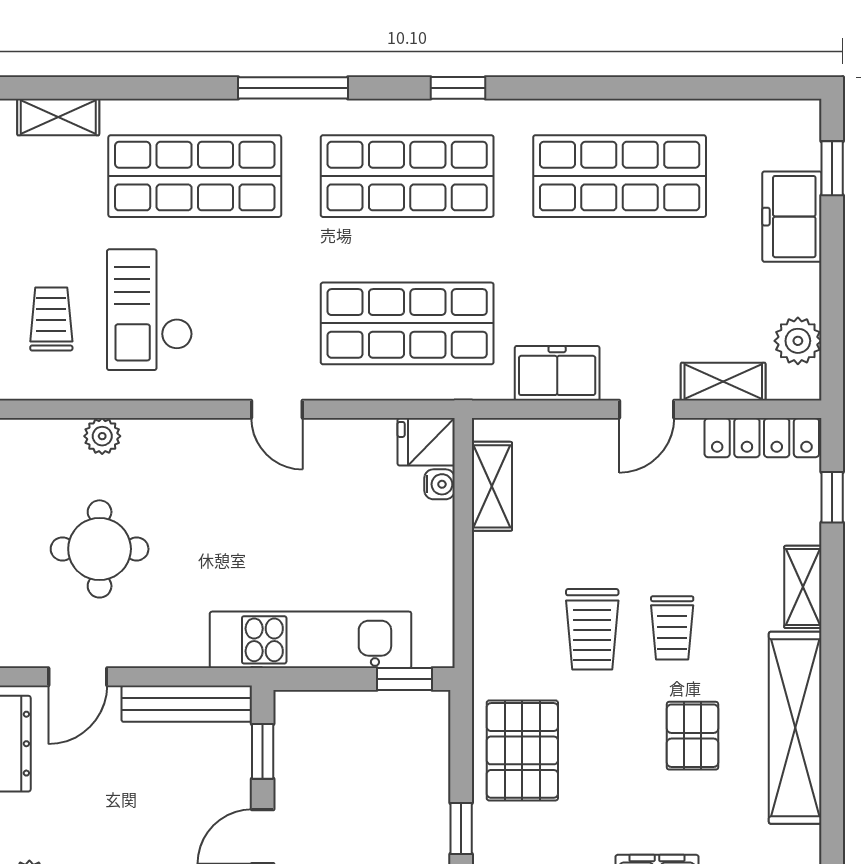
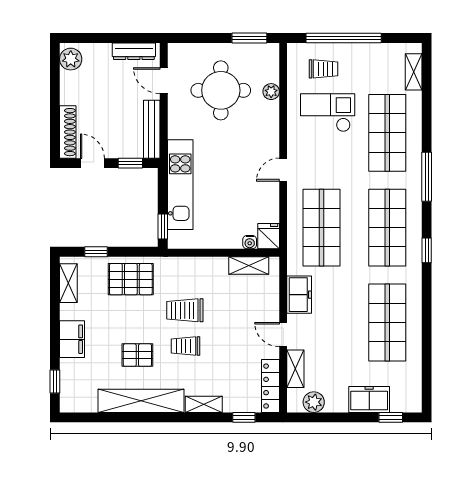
round table: (100, 549) -> (221, 90), width x1.36, depth x1.36

